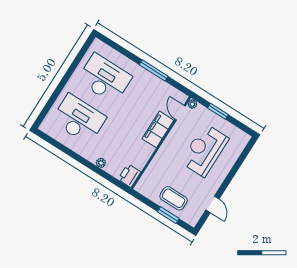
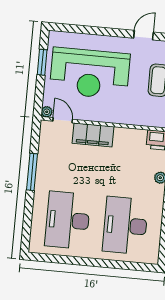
window: (218, 111) -> (42, 62), moved
door: (180, 113) -> (63, 120), swing flipped
reception desk: (205, 150) -> (90, 73), width x1.36, depth x1.30

